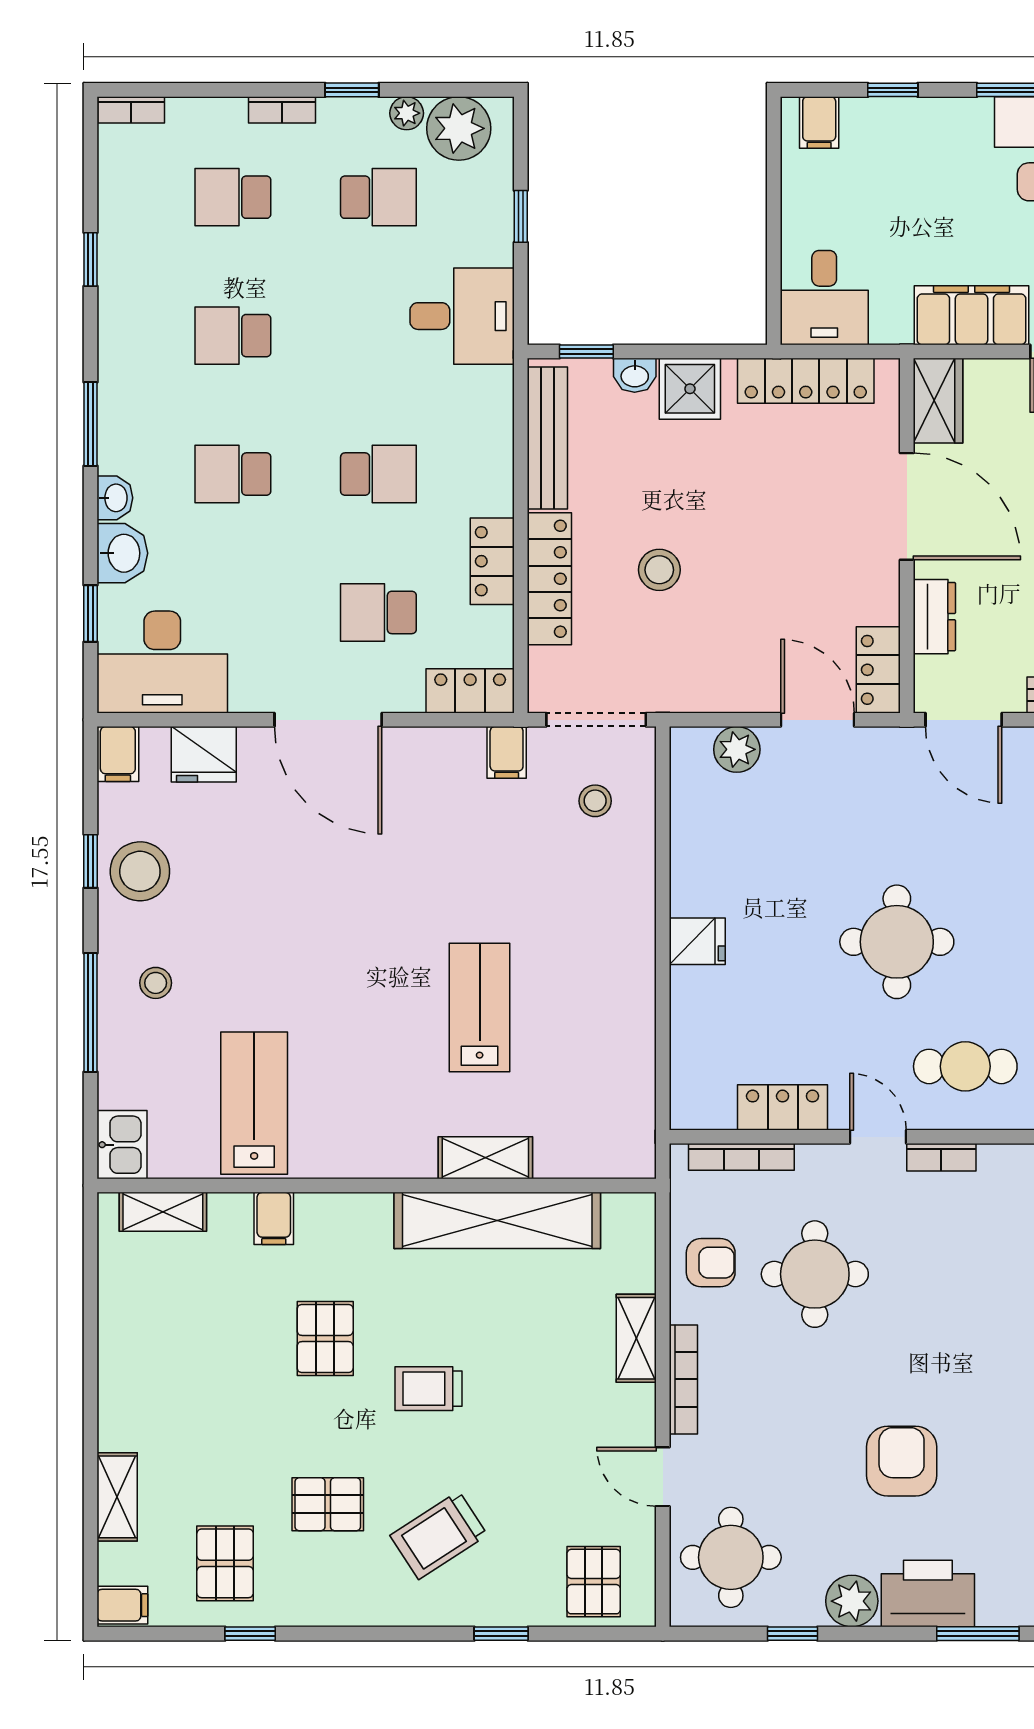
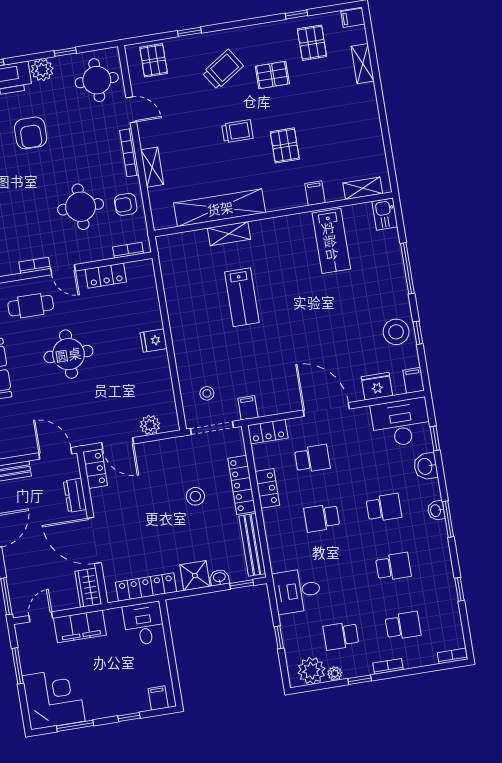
washbasin: (115, 498) -> (436, 511), moved
stool: (156, 983) -> (382, 285), removed
bookcase: (741, 1157) -> (128, 250), width x0.64

